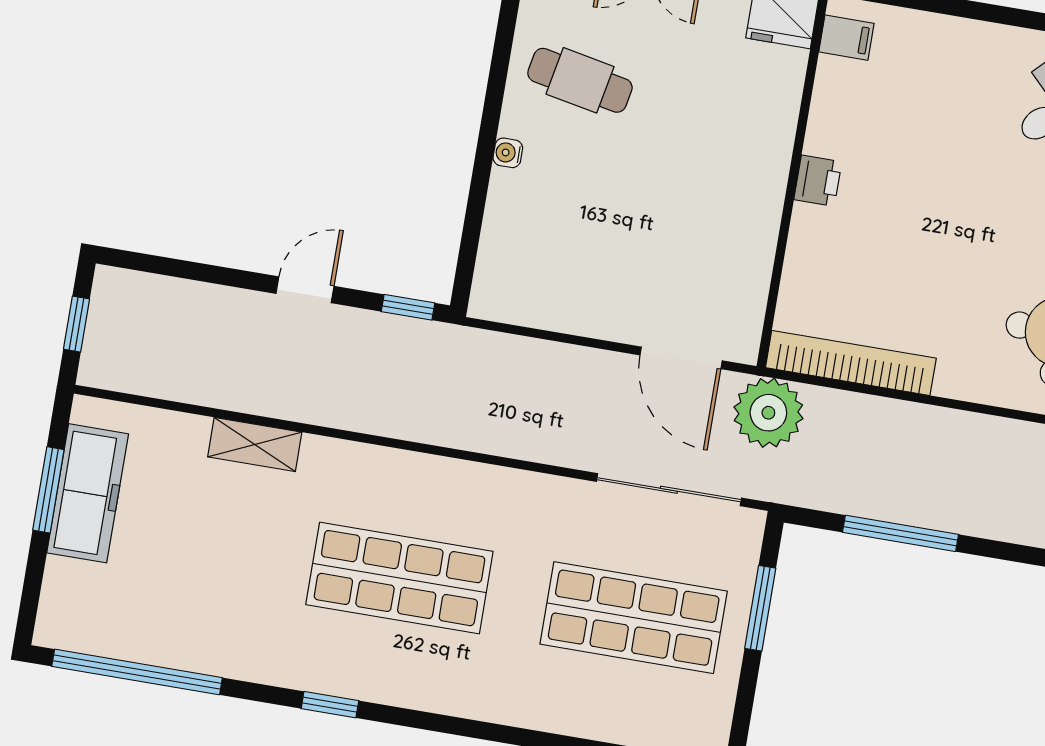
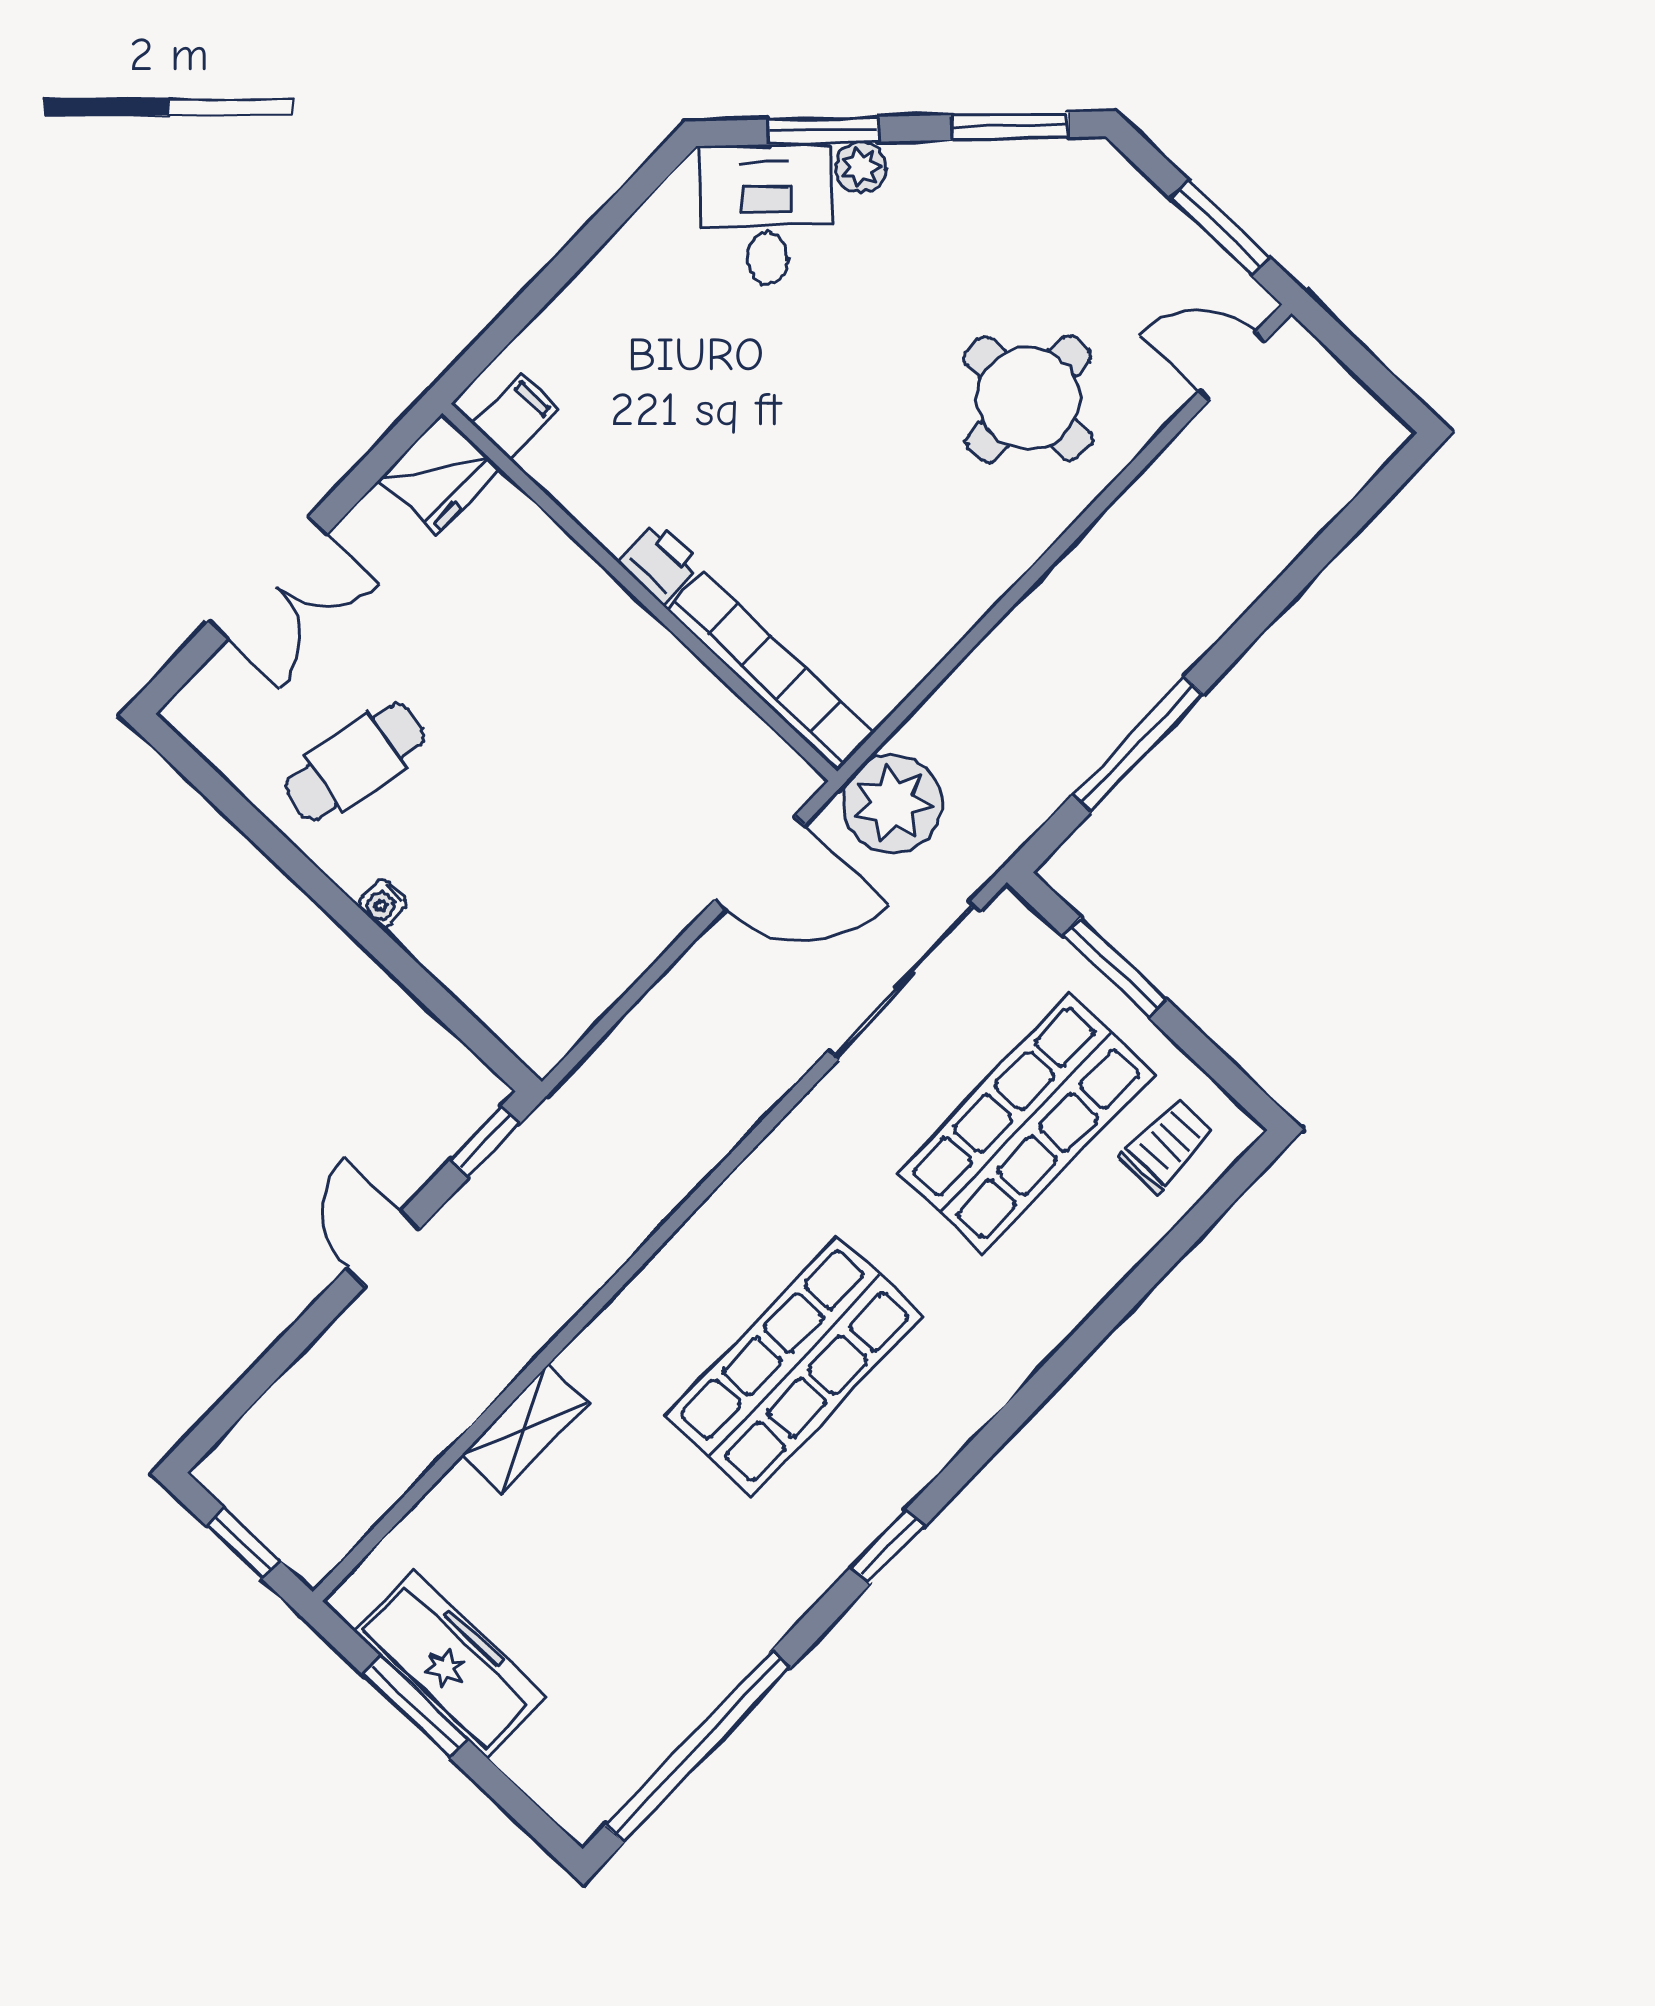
bookcase: (851, 363) -> (770, 671), moved, turned 90
trolley: (676, 709) -> (1166, 1146), added

